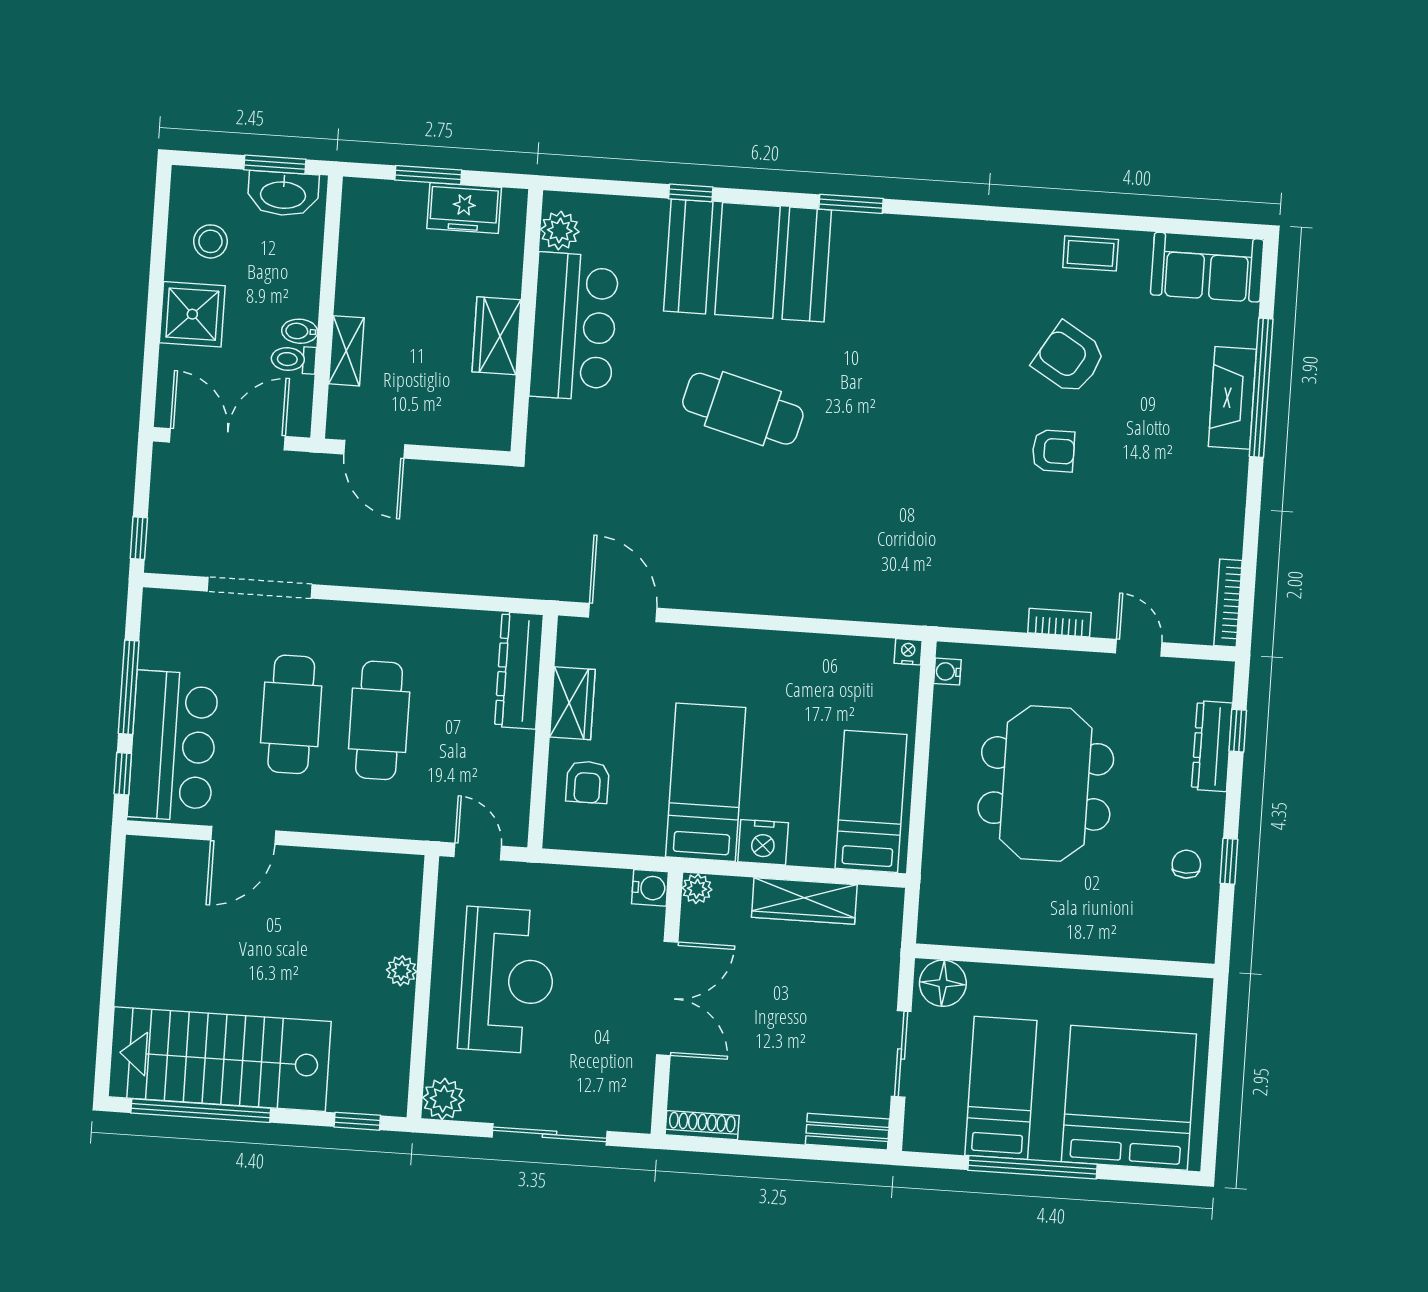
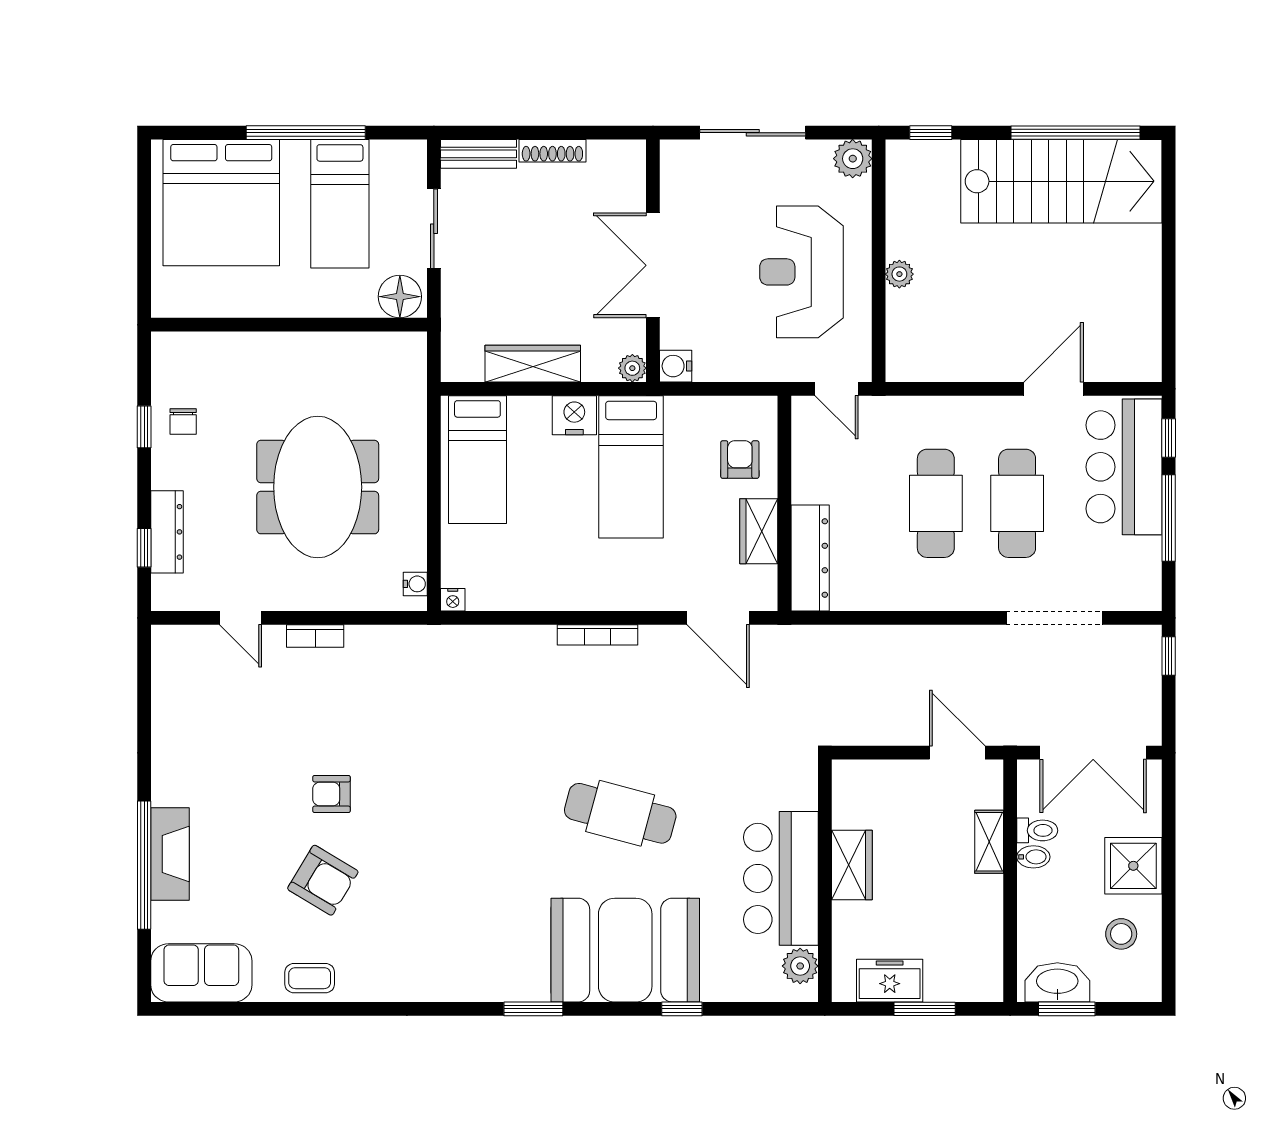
bookcase: (1228, 603) -> (597, 635), moved, turned 90
shoe rack: (702, 1125) -> (552, 151), moved

